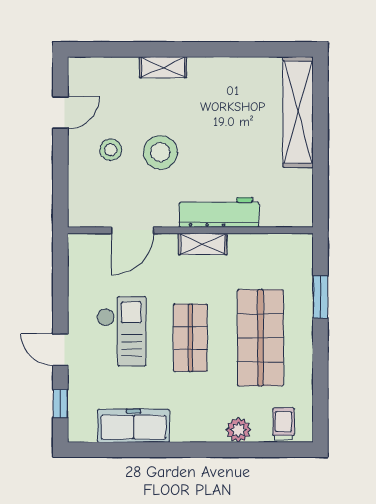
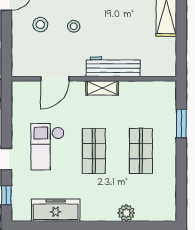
stool: (160, 152) -> (74, 26), width x0.53, depth x0.53
checkout: (121, 331) -> (47, 147), turned 180
shop shelf: (260, 338) -> (141, 151), width x0.70, depth x0.74
trolley: (283, 424) -> (156, 209), removed

